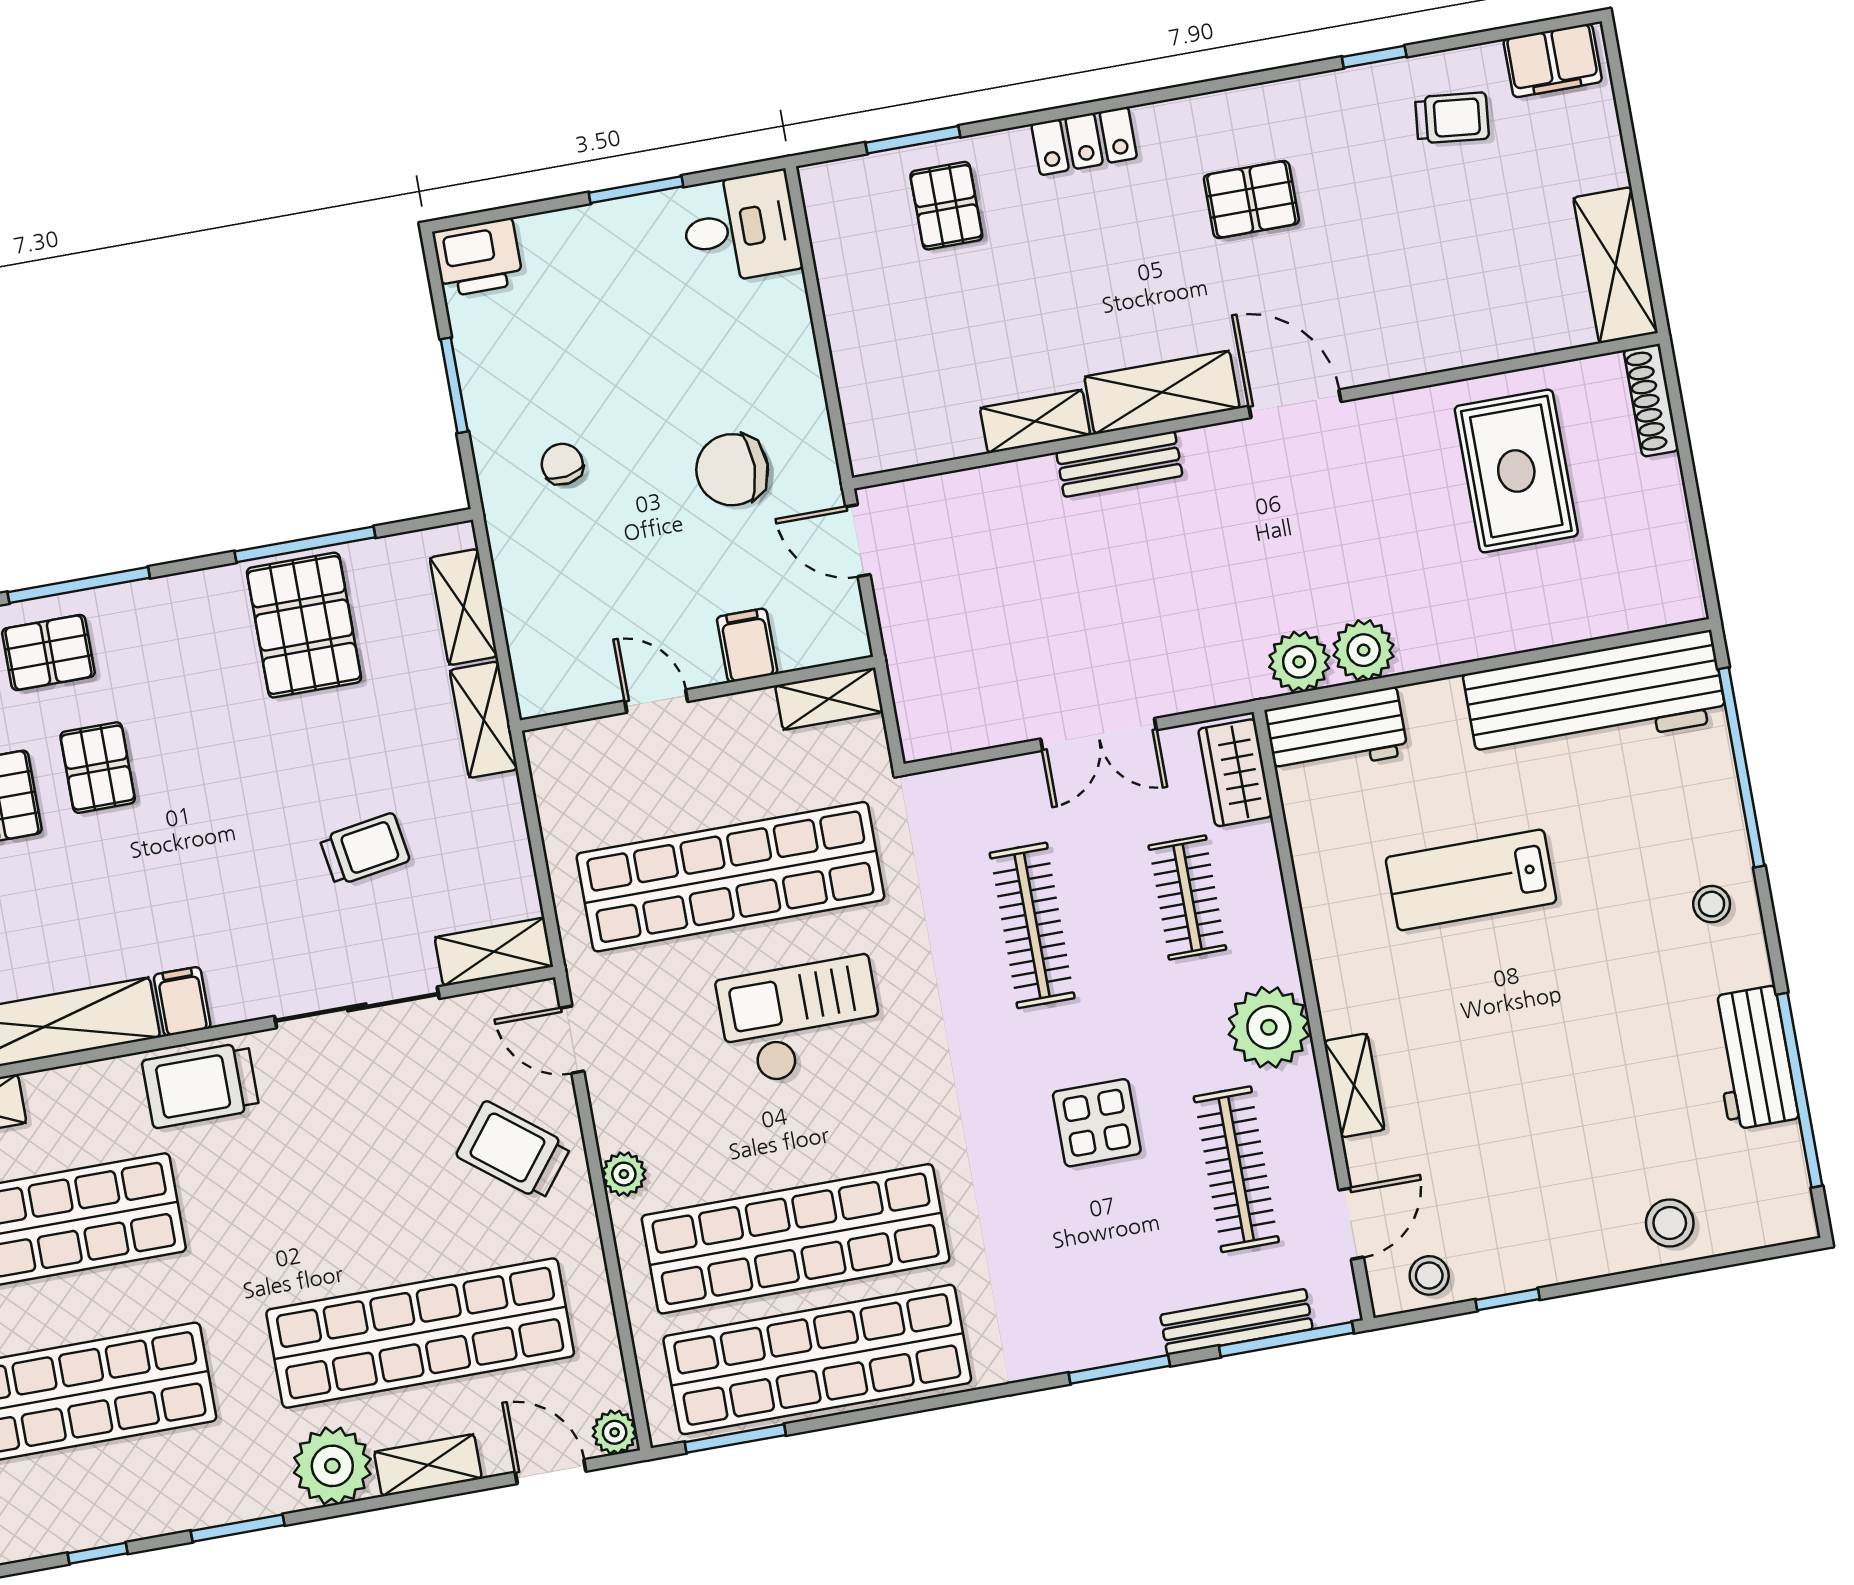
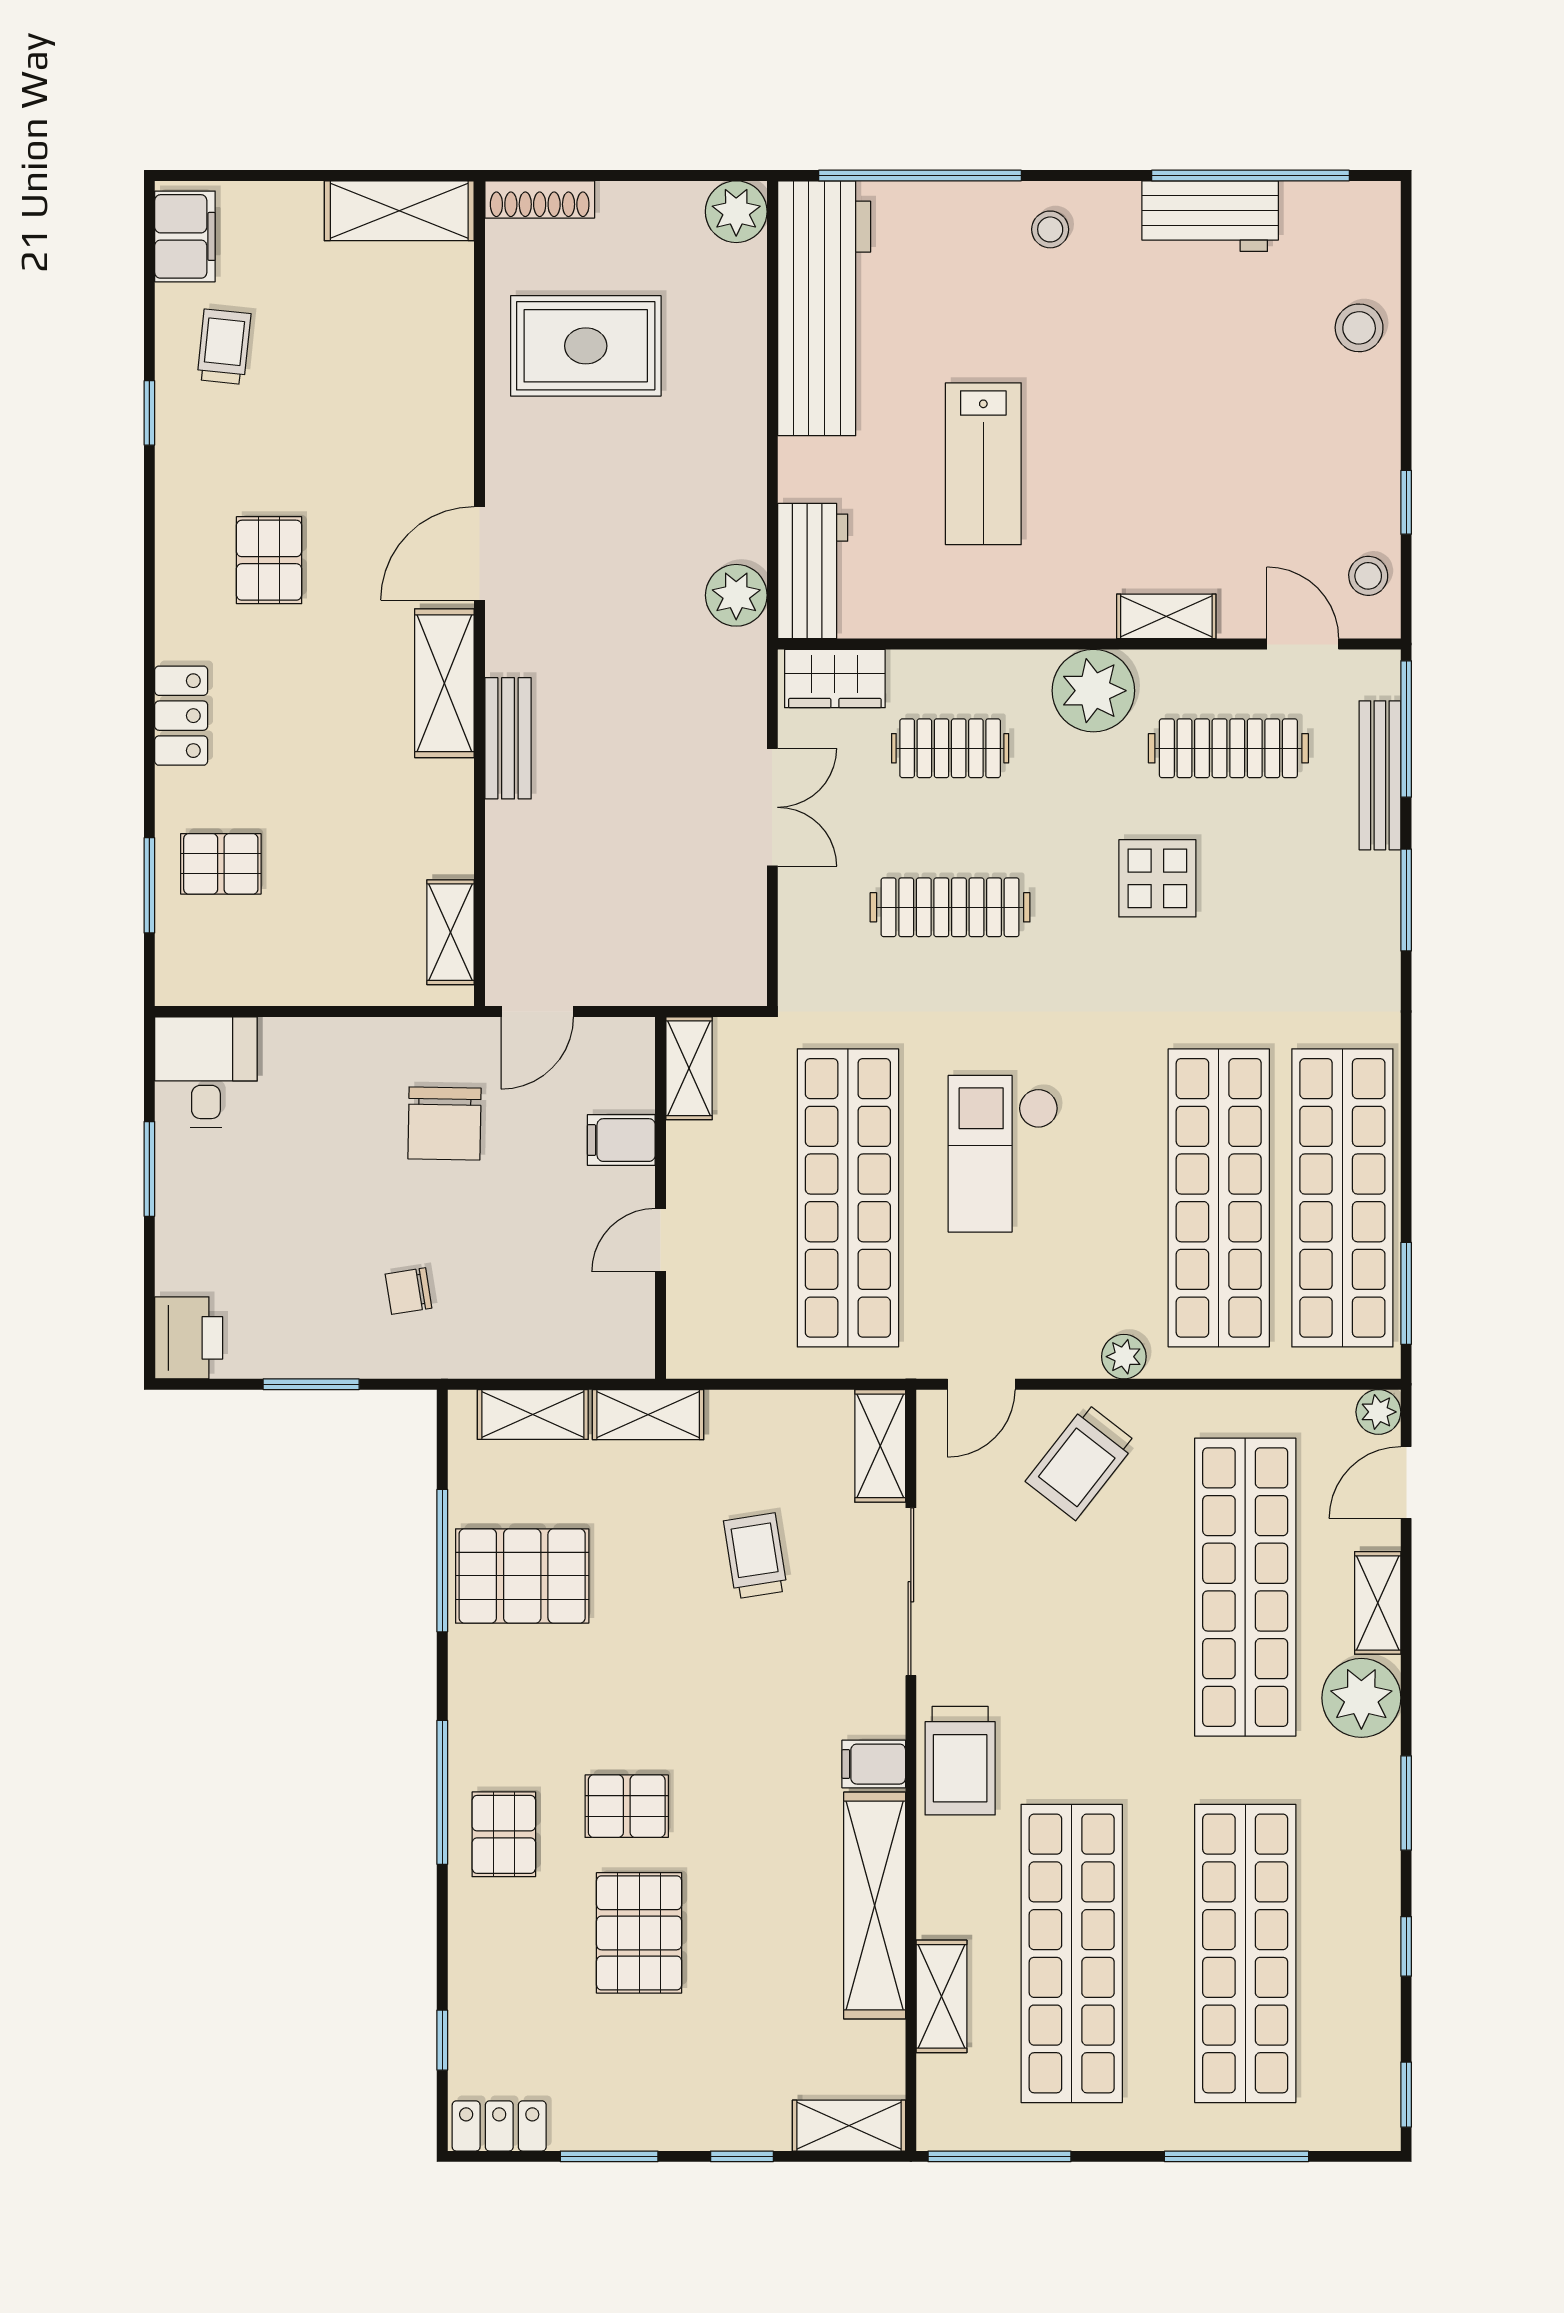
shelving: (1035, 421) -> (451, 932), moved
plant: (1364, 650) -> (736, 212), moved

